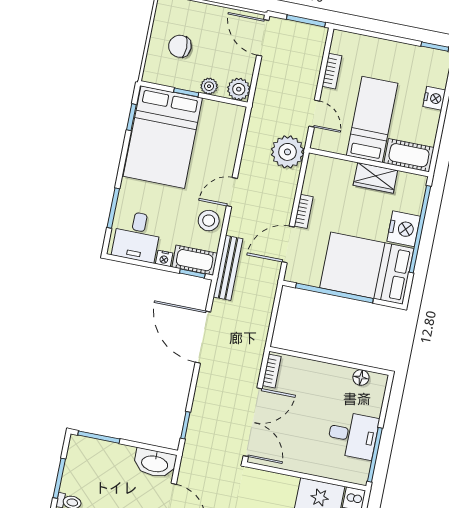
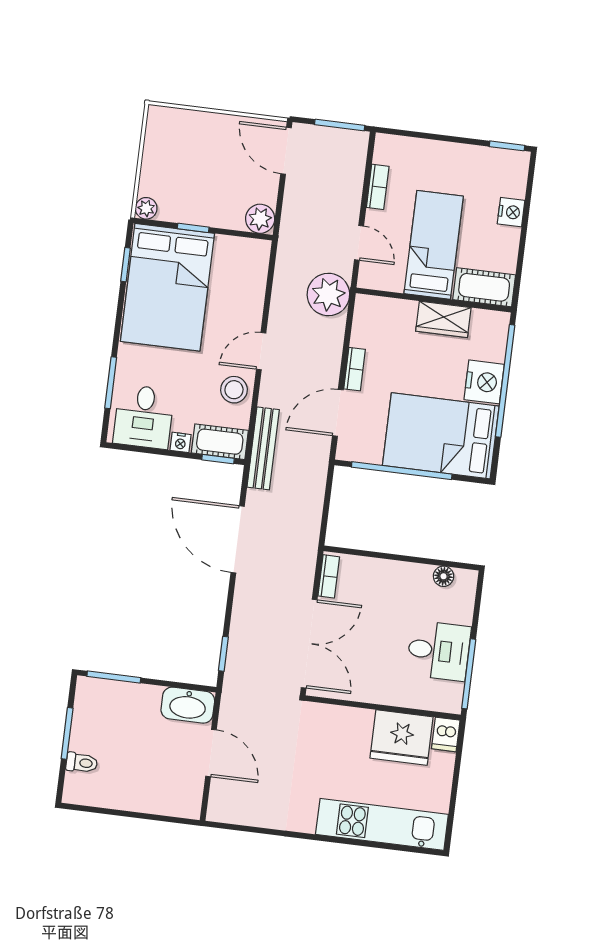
chair: (180, 46) -> (181, 169), removed
plant: (209, 86) -> (146, 208), moved

